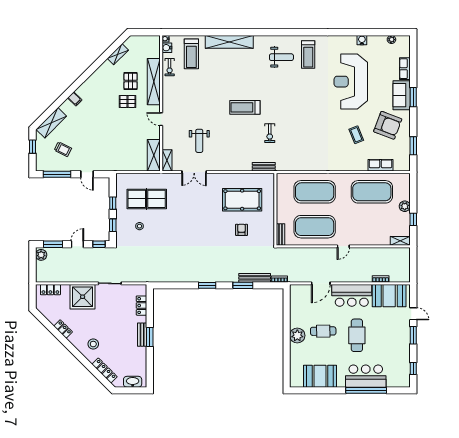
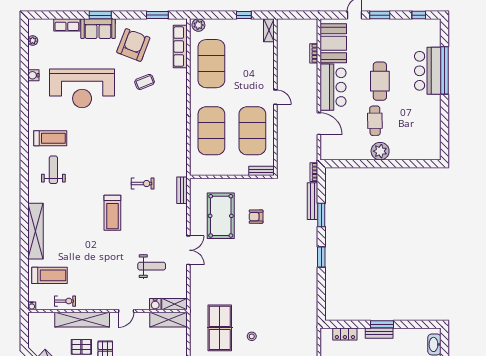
water cooler: (167, 48) -> (155, 304), moved
row of seats: (380, 165) -> (180, 47), width x1.48
double door: (194, 172) -> (188, 250), moved
plant: (405, 206) -> (198, 25), moved
cafe table: (357, 335) -> (380, 81), turned 90
booth: (320, 376) -> (428, 124), removed

